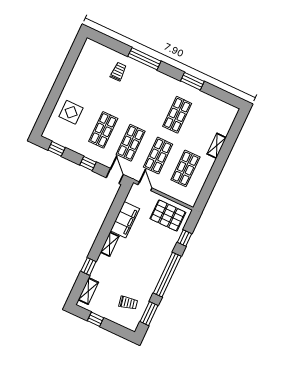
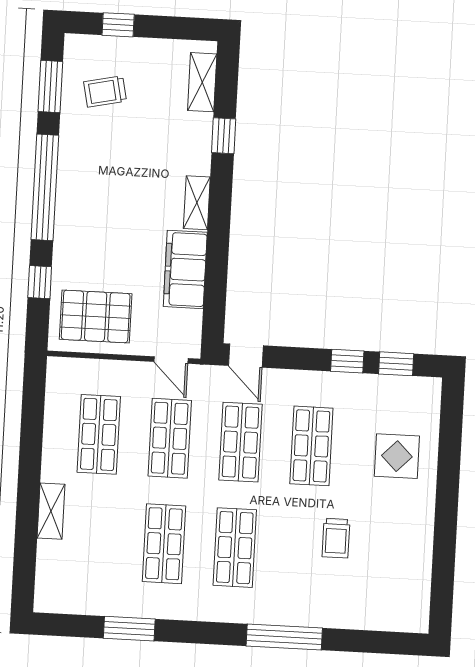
trolley: (118, 72) -> (336, 538), moved
window: (192, 81) -> (129, 629), moved
shop shelf: (150, 102) -> (235, 548), added
window: (88, 164) -> (347, 361), moved
window: (95, 319) -> (118, 25), moved

